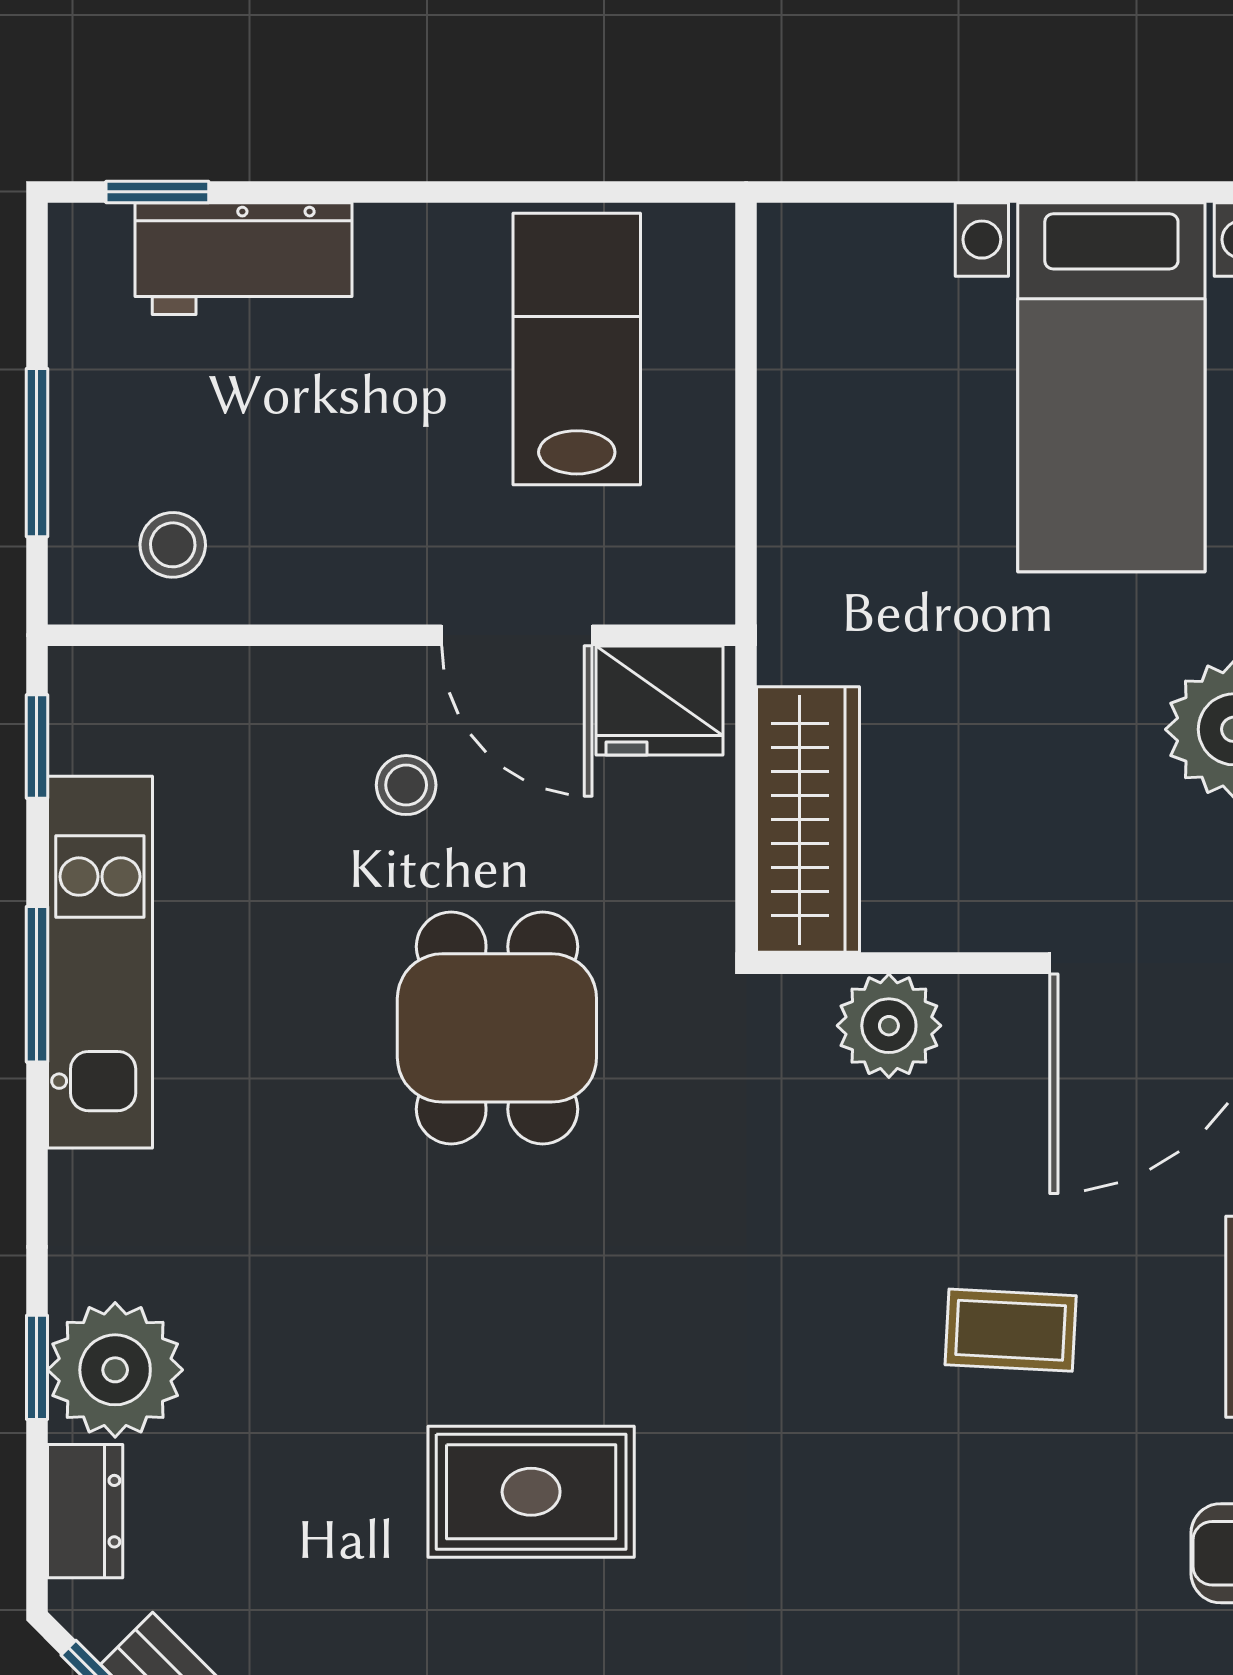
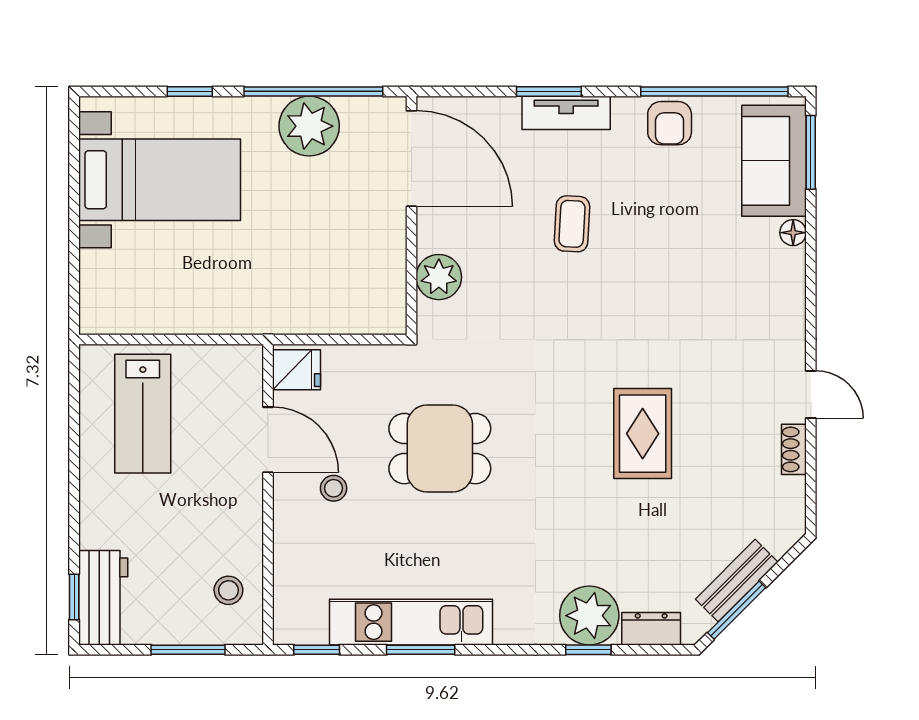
workbench: (243, 259) -> (103, 598), moved
lab bench: (577, 349) -> (143, 414), turned -90
door: (517, 635) -> (268, 440), hinge flipped
fridge: (659, 700) -> (297, 370), width x0.72
wardrobe: (808, 820) -> (349, 312), removed

